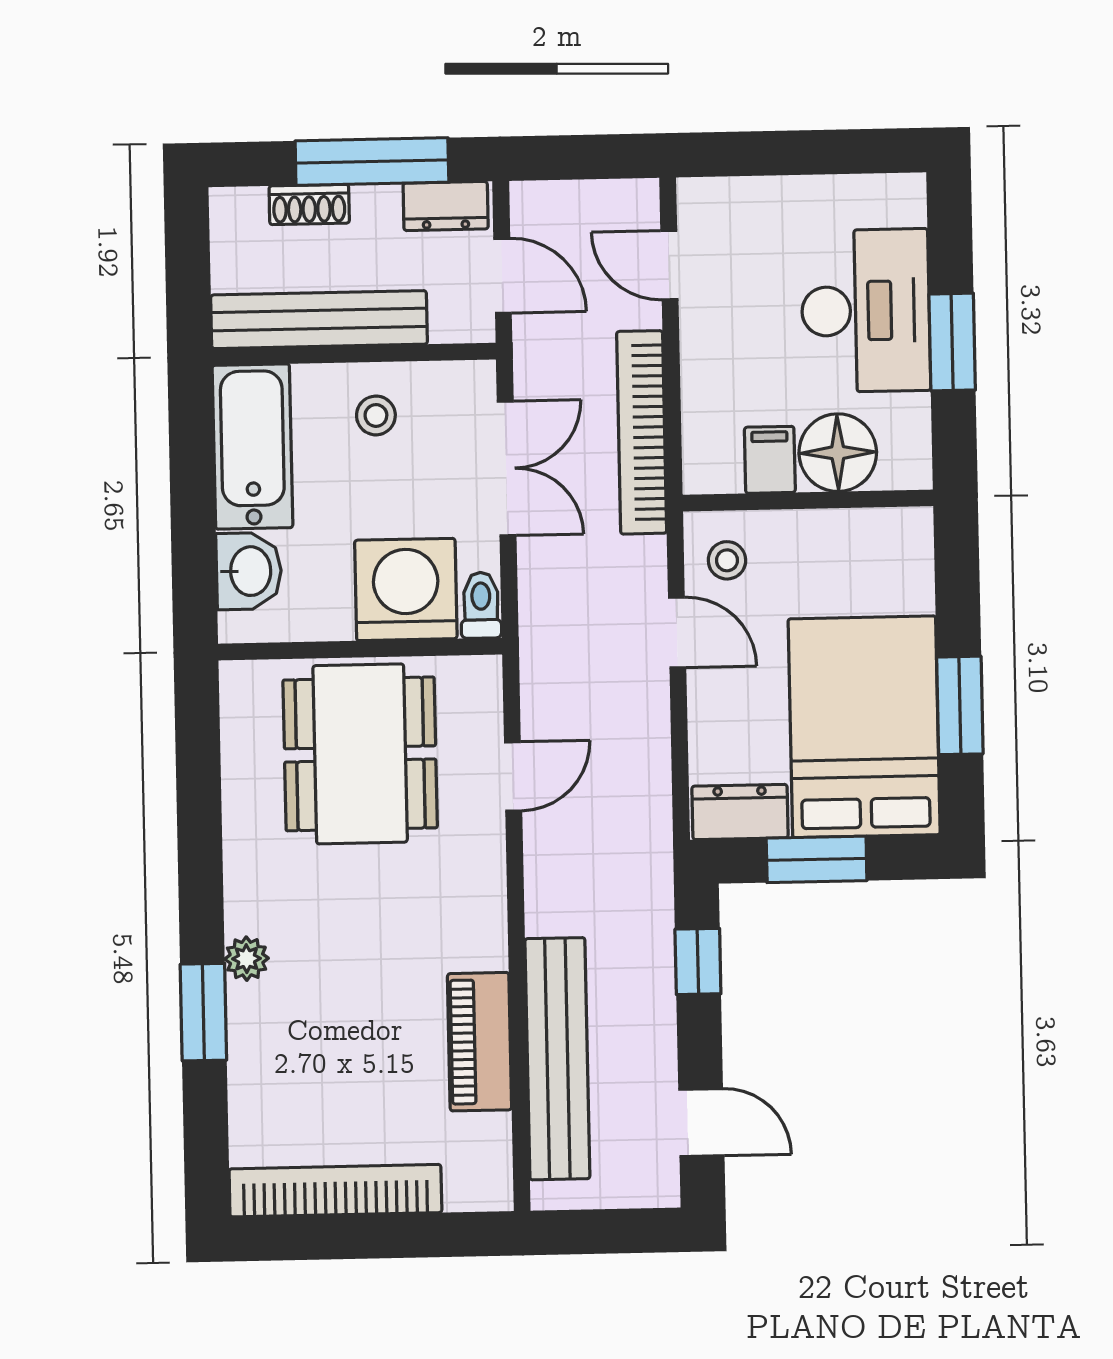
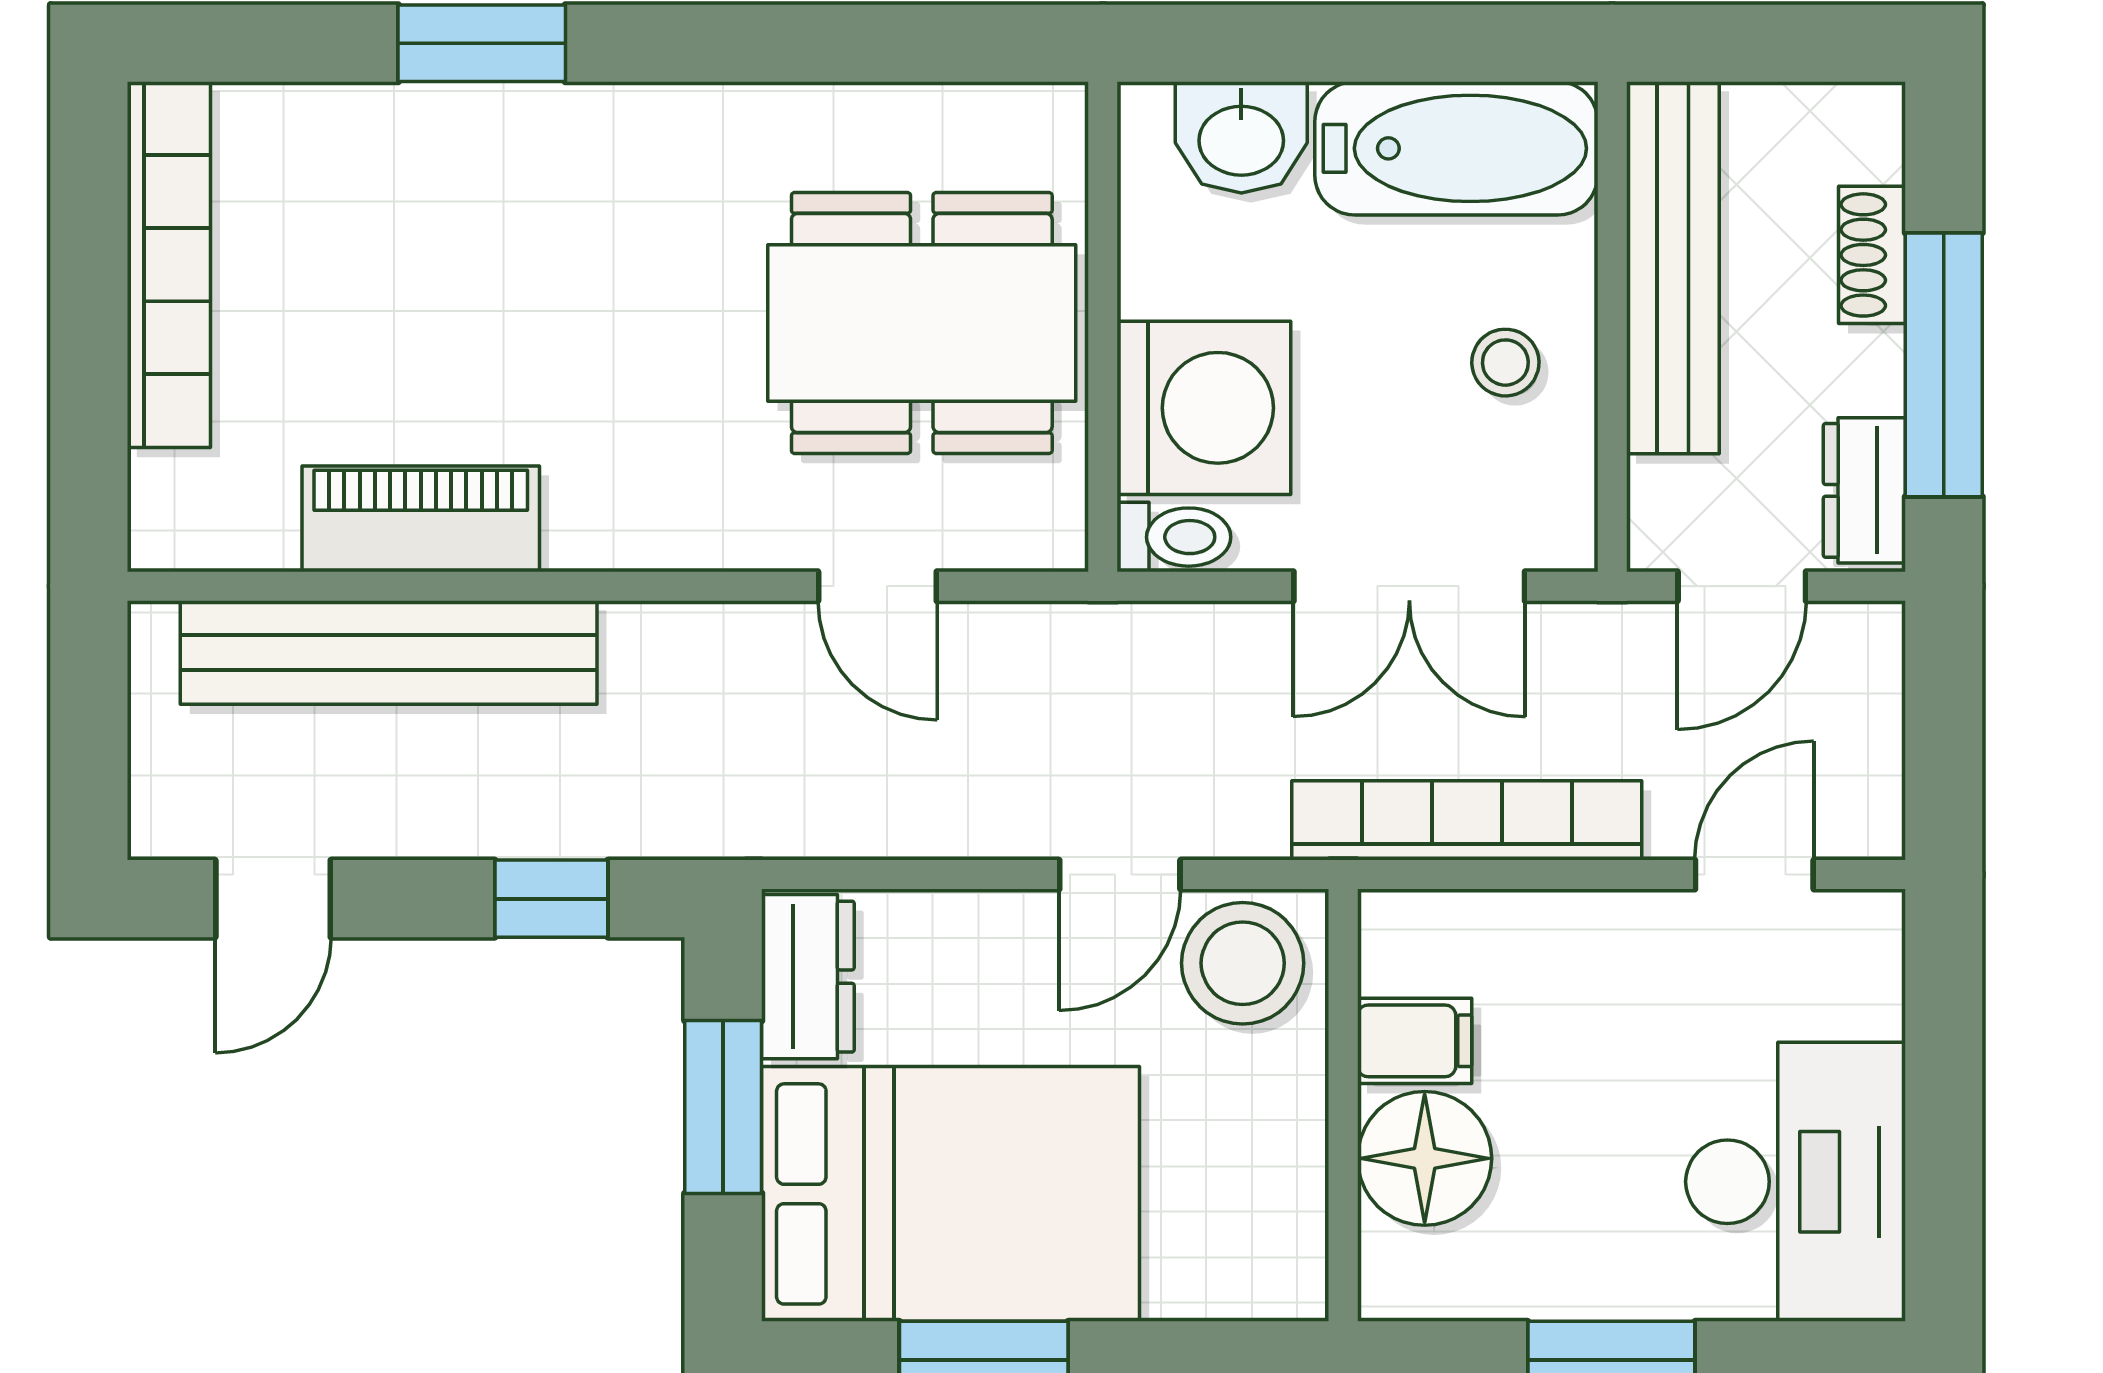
desk: (866, 311) -> (1796, 1182), moved, turned -90
stool: (727, 560) -> (1243, 963), width x1.89, depth x1.89
plant: (247, 959) -> (573, 120), removed

